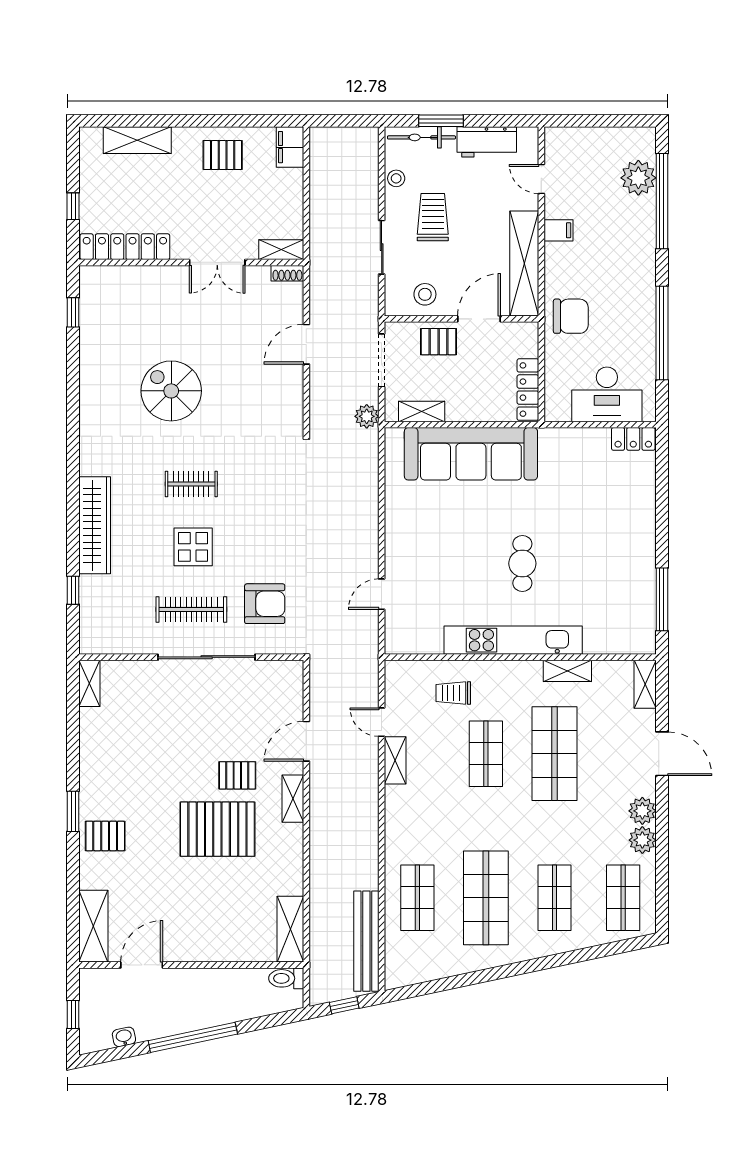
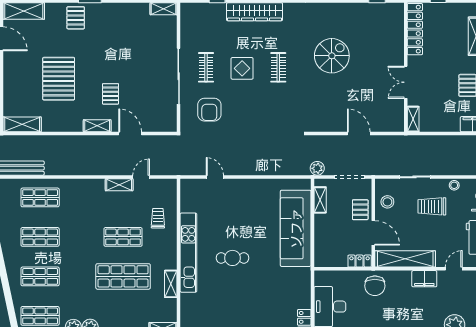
trolley: (433, 217) -> (432, 206), turned 180
filing cabinet: (559, 230) -> (424, 279), width x2.00
shoe rack: (287, 273) -> (400, 123), removed
locker: (528, 390) -> (360, 261), moved, width x0.66
clothes rail: (191, 610) -> (206, 67), width x0.73
pallet: (217, 829) -> (59, 79), moved
shop shelf: (486, 898) -> (40, 237), width x0.70, depth x0.74

